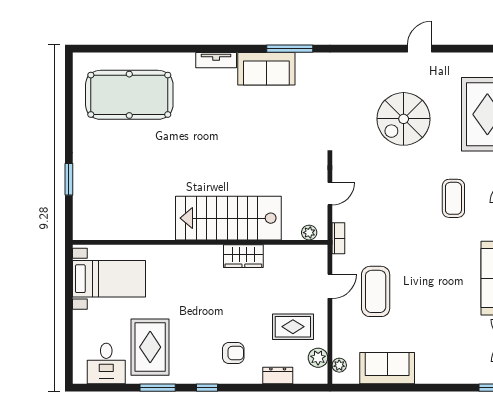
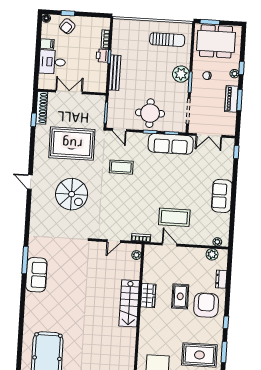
tv unit: (216, 60) -> (29, 305), removed
door: (330, 194) -> (114, 241), swing flipped
stairs: (228, 218) -> (129, 303), width x0.73, depth x0.66
rug: (293, 327) -> (180, 296), moved
armchair: (233, 353) -> (206, 305), width x1.88, depth x1.88
sofa: (387, 368) -> (222, 196), moved

